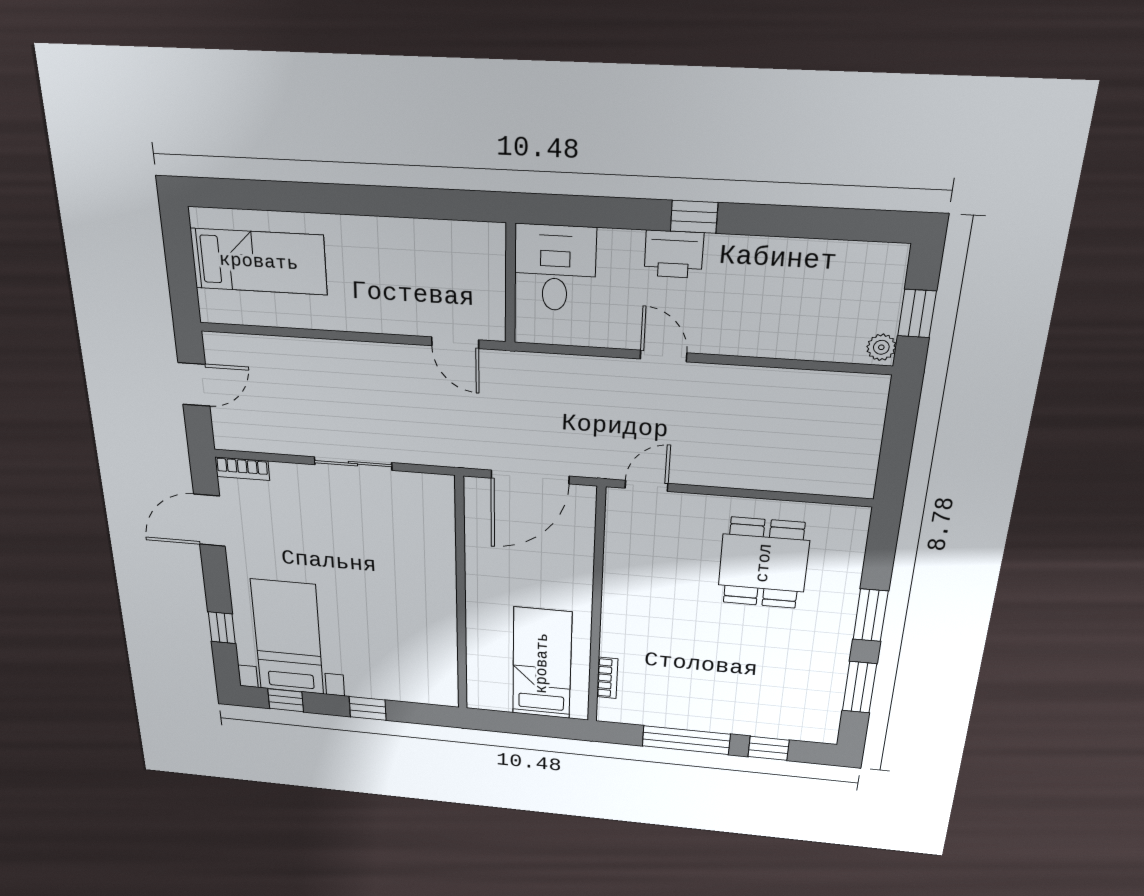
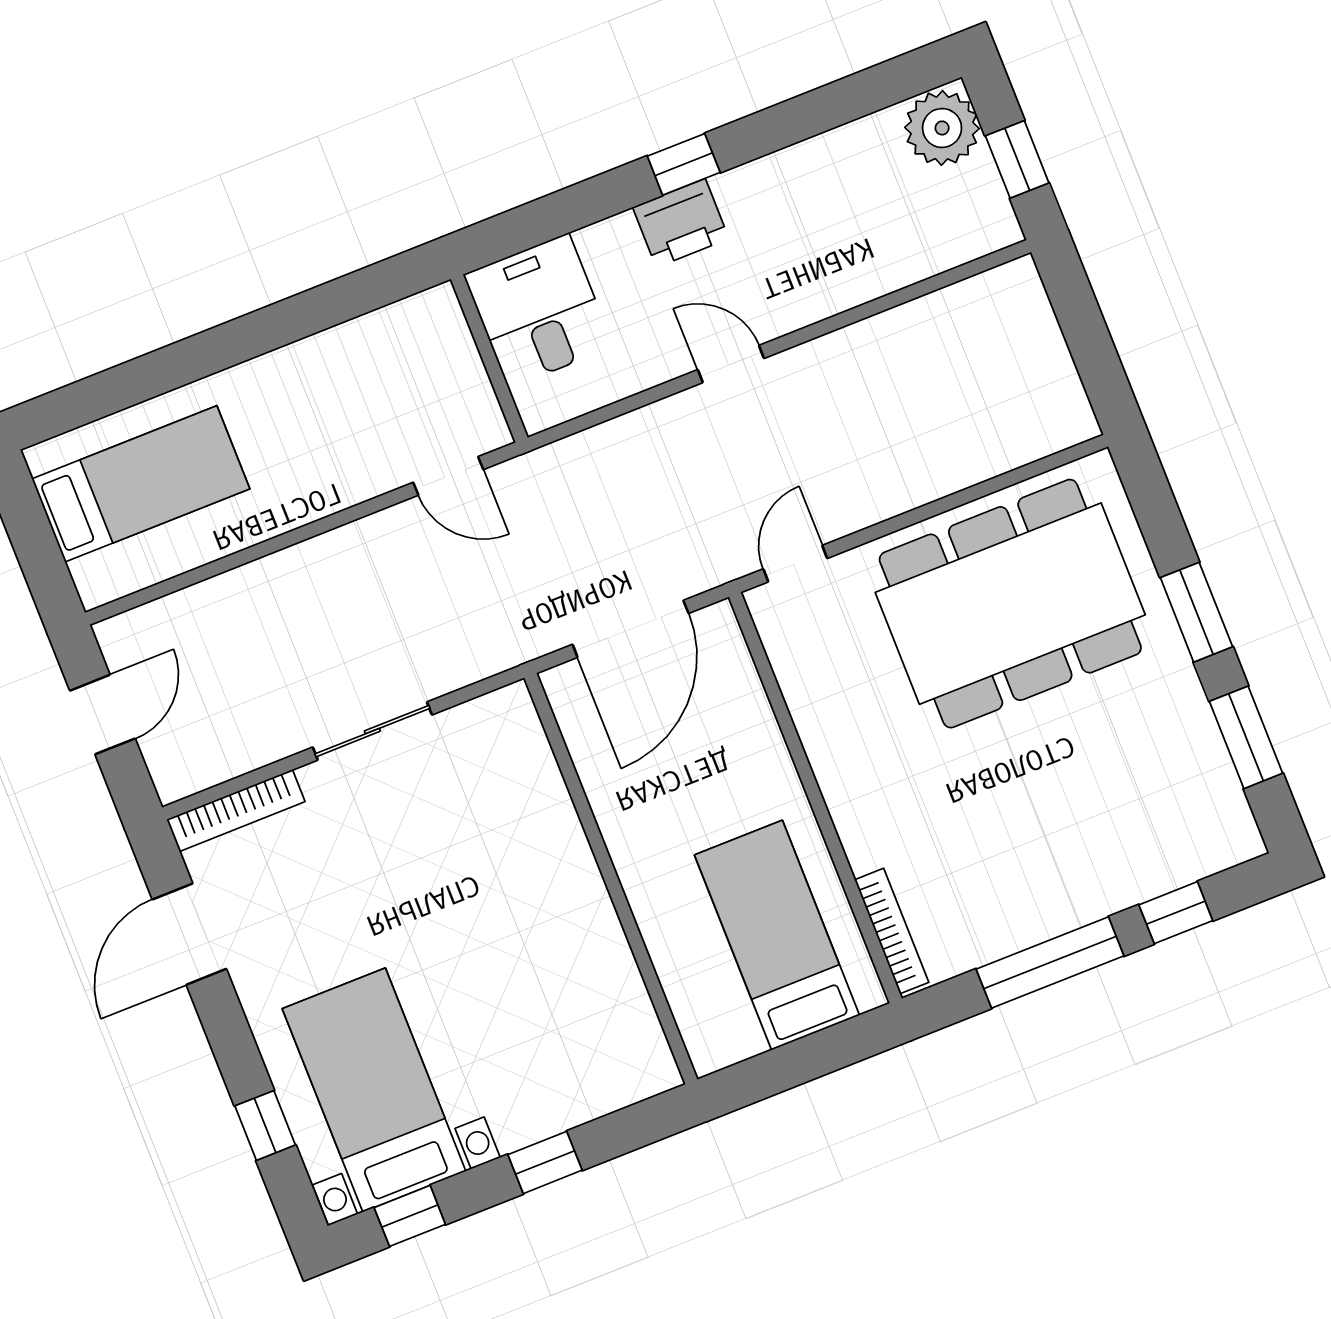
plant: (881, 347) -> (942, 128), moved, width x1.88, depth x1.88
bookcase: (242, 469) -> (236, 811), width x1.56
dining table: (764, 563) -> (1010, 604), width x1.88, depth x1.24
bookcase: (607, 678) -> (892, 931), width x1.56

